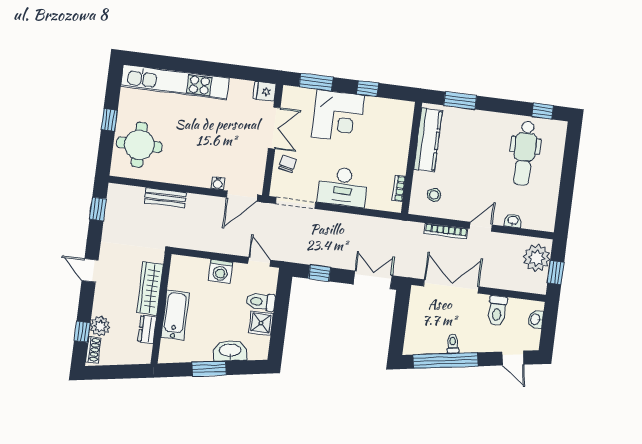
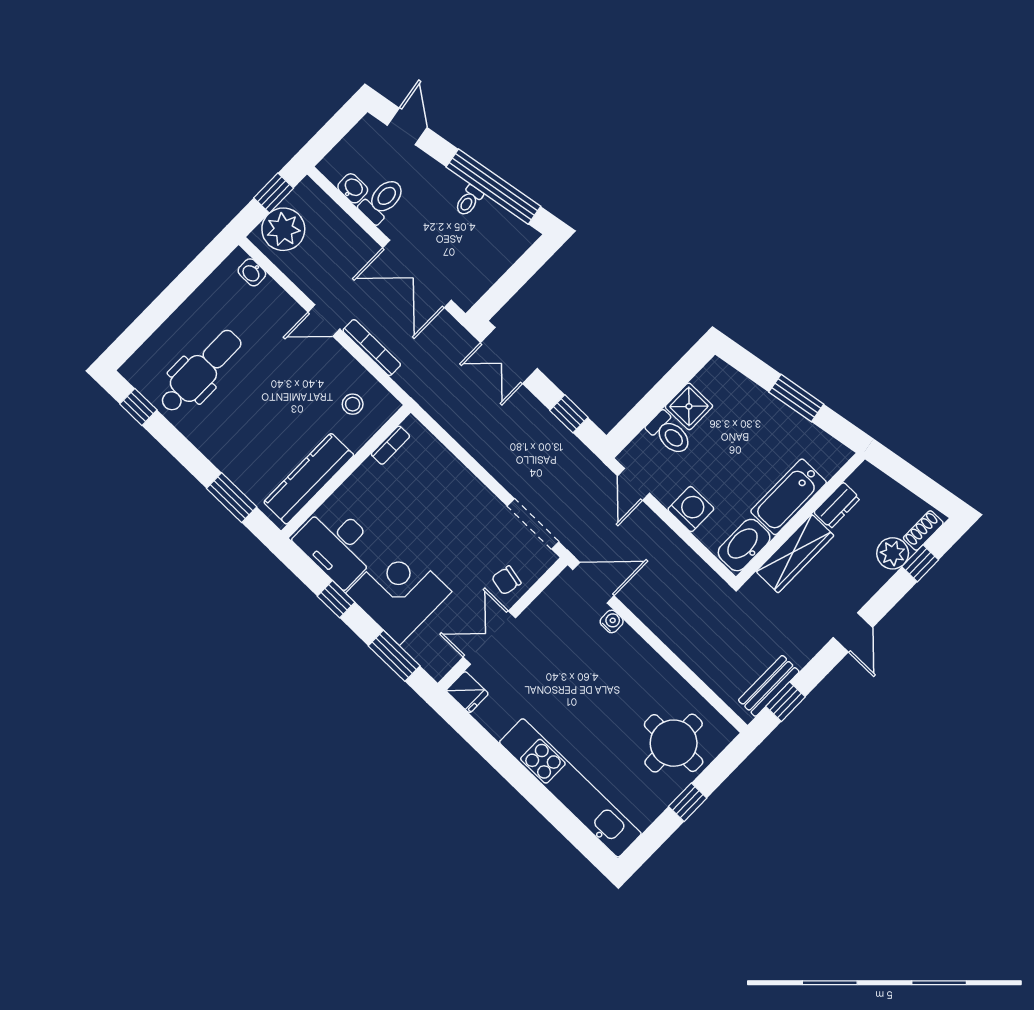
desk: (343, 187) -> (338, 545), moved, turned 180
bench: (165, 198) -> (769, 686), moved, turned 90
washbasin: (513, 221) -> (252, 272), moved
washbasin: (536, 319) -> (353, 188), moved, turned -90
washbasin: (230, 351) -> (744, 545), moved, turned 99

